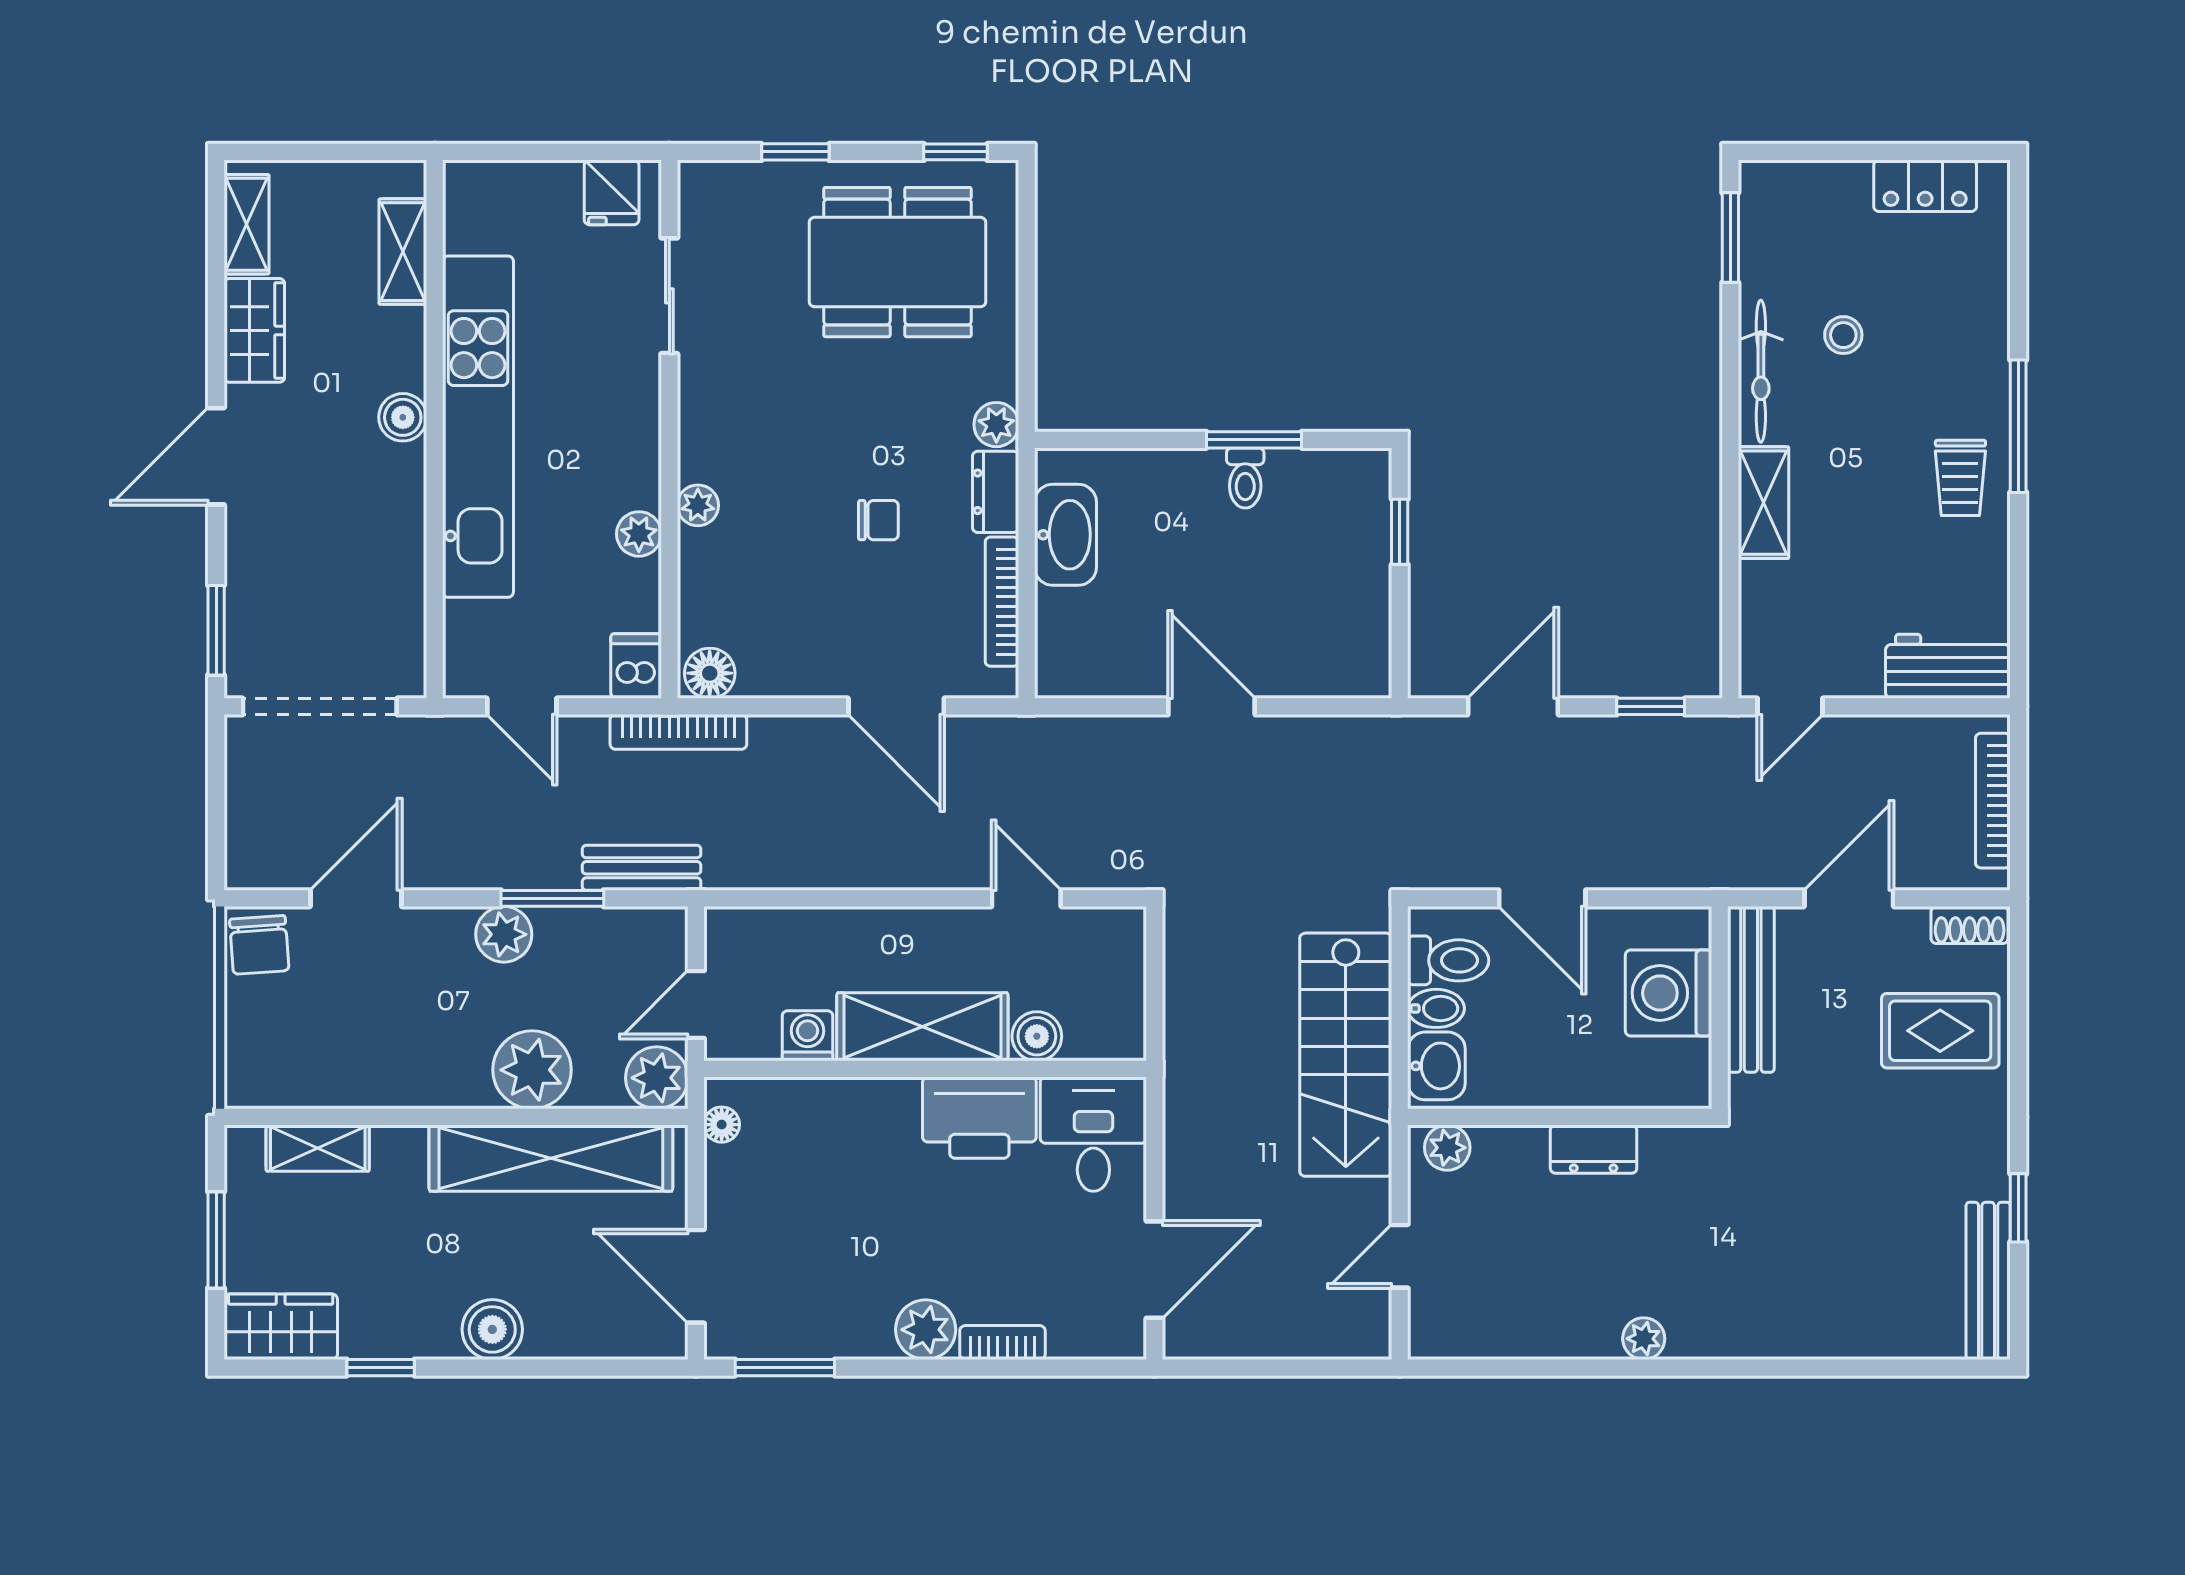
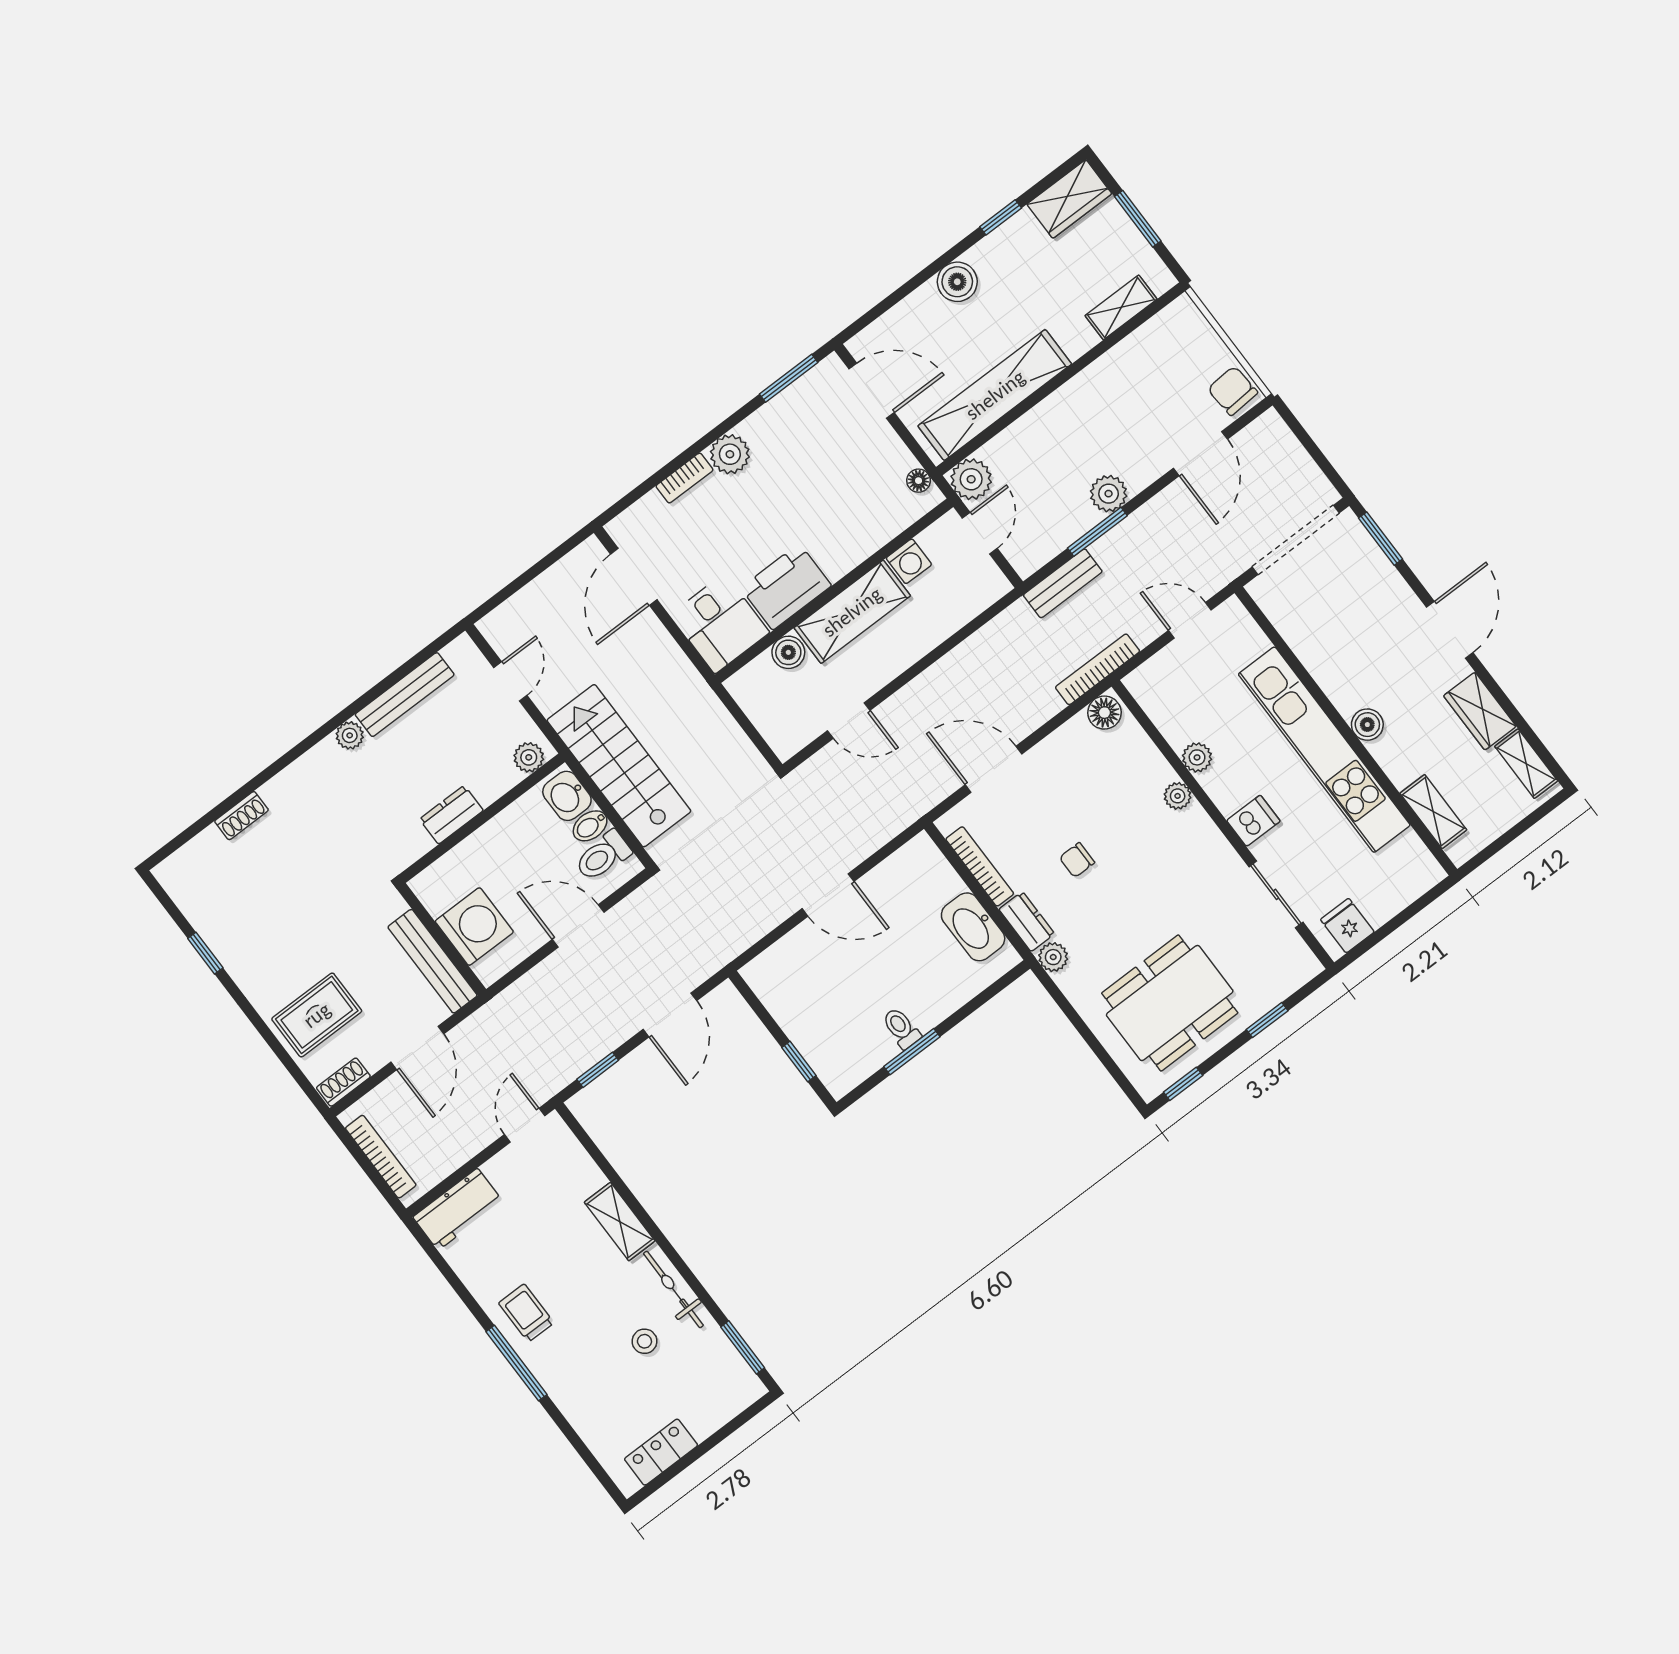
dishwasher: (636, 666) -> (1253, 821), moved, turned -90
plant: (532, 1070) -> (1040, 434), removed
bench: (1988, 1281) -> (405, 695), moved, turned 90
shoe rack: (1848, 1341) -> (241, 816), added

